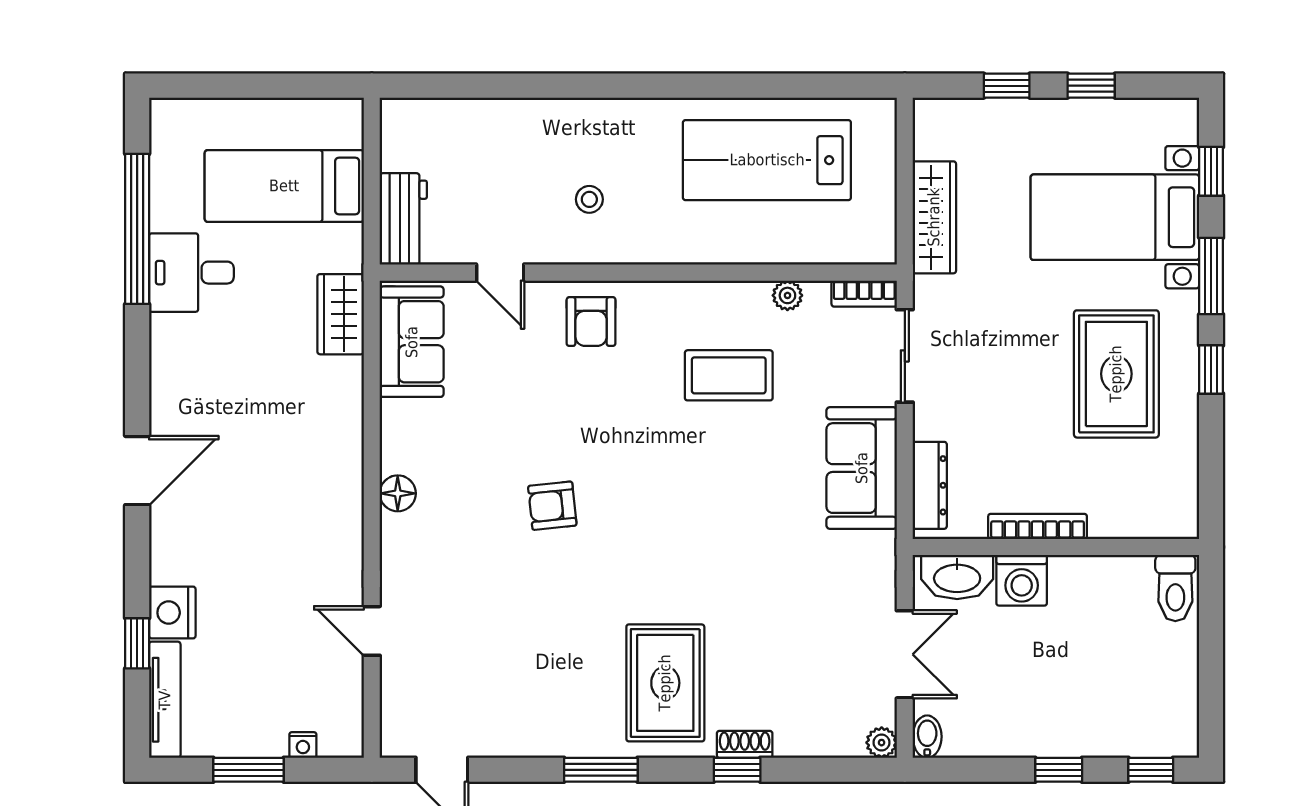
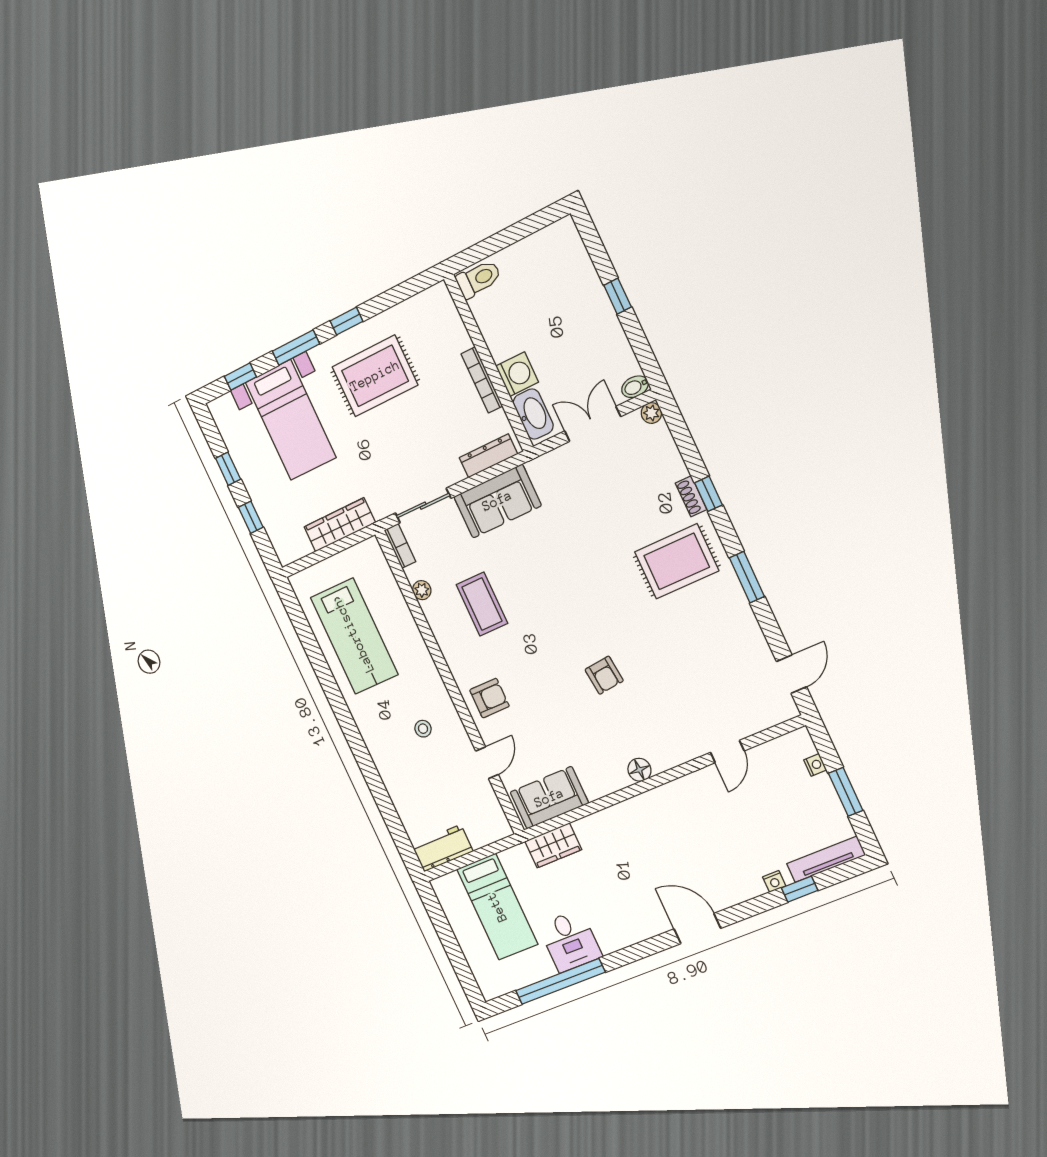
workbench: (403, 219) -> (442, 848), moved
nightstand: (172, 613) -> (774, 881), width x0.53, depth x0.56
window: (1151, 770) -> (591, 239), removed

